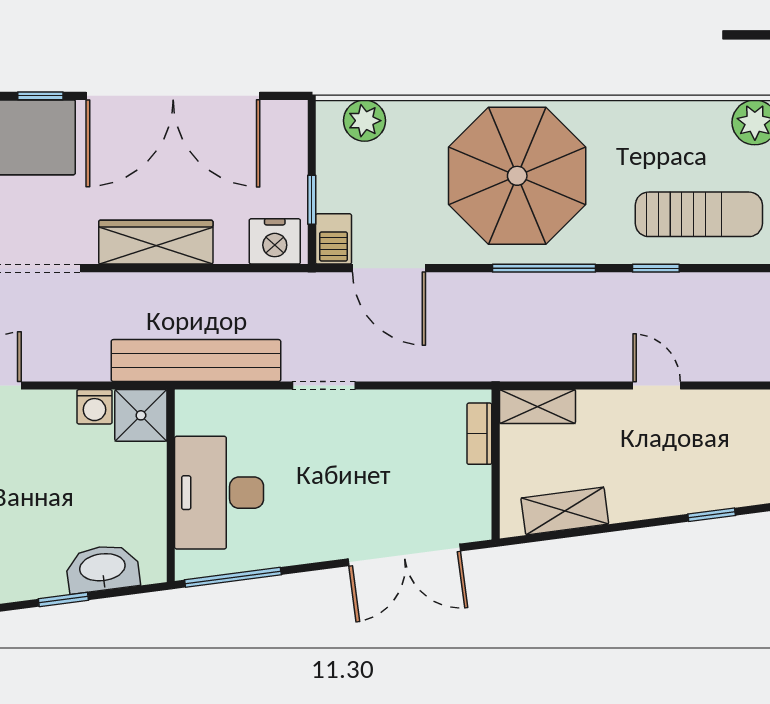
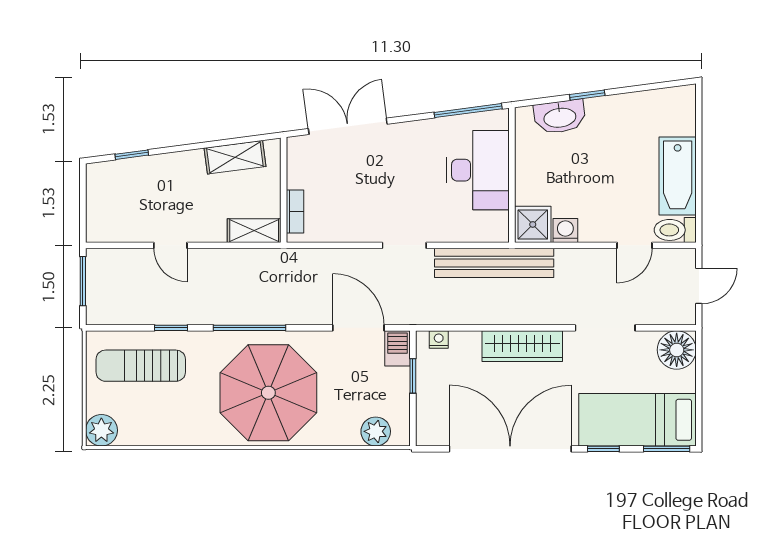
nightstand: (275, 241) -> (439, 340), width x0.53, depth x0.56

